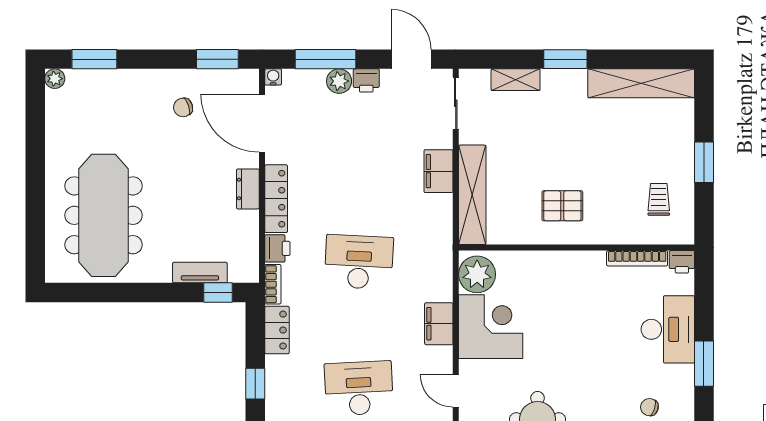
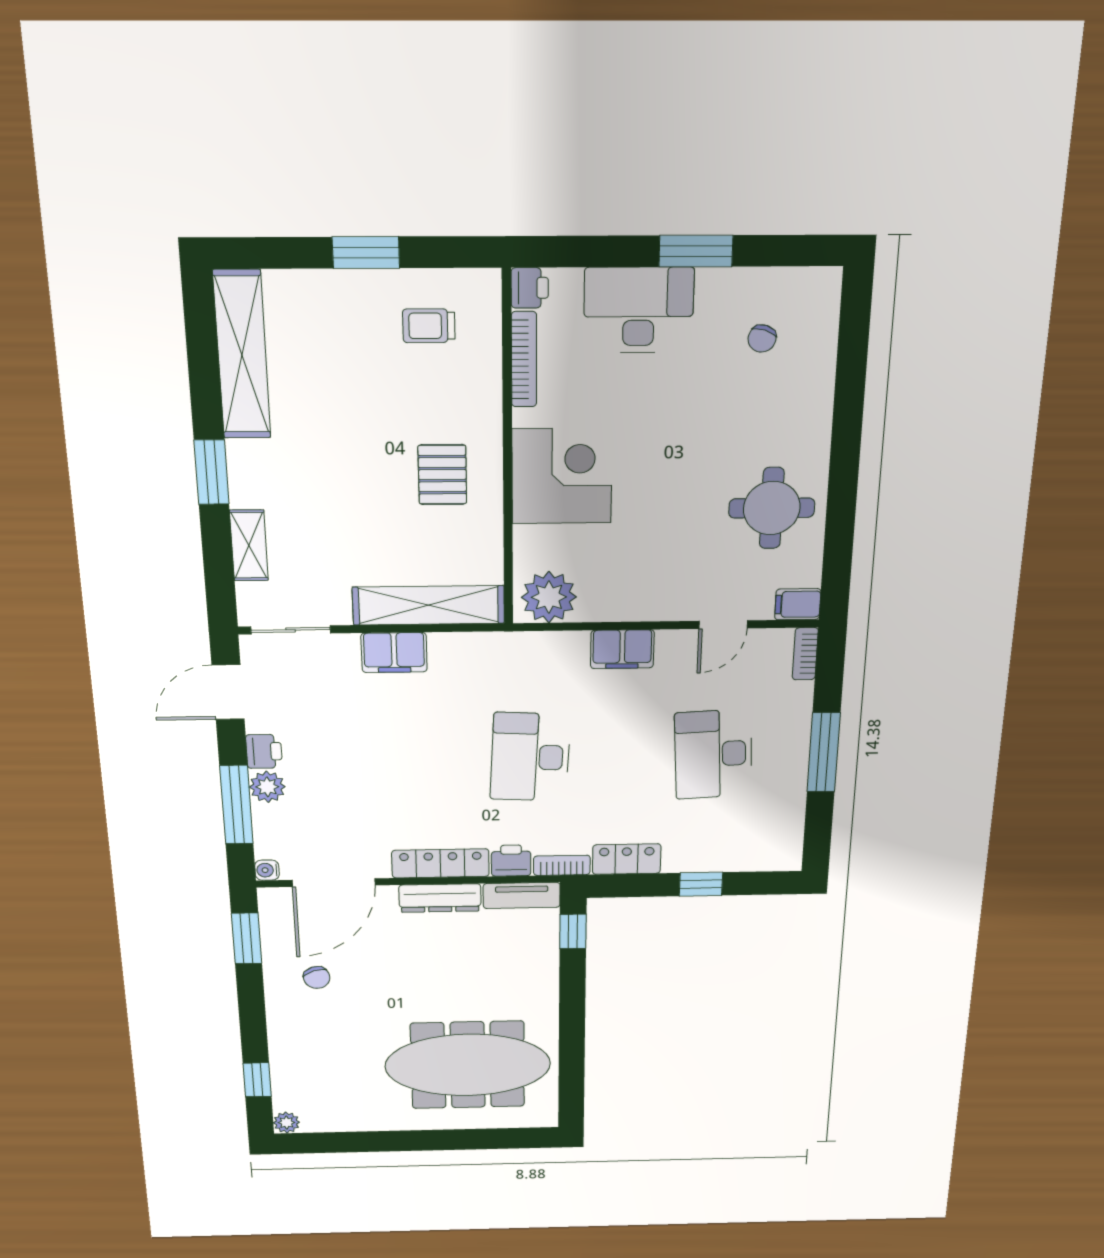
window: (94, 59) -> (257, 1080), width x0.67
dresser: (248, 189) -> (440, 898), width x1.44
tv unit: (200, 273) -> (522, 895), moved, turned -90
corner desk: (491, 327) -> (562, 476), moved, turned 90

